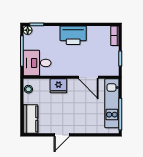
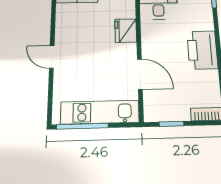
door: (88, 77) -> (140, 74), swing flipped
door: (62, 135) -> (52, 57), moved

